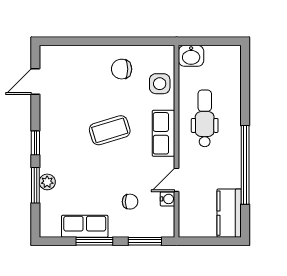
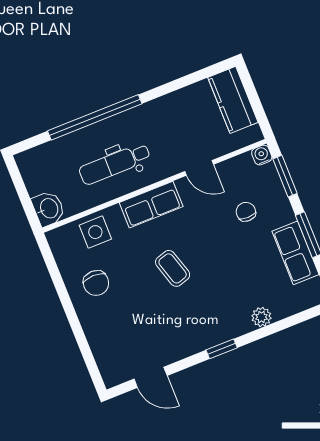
coffee table: (110, 130) -> (173, 268), width x0.73, depth x0.77
window: (245, 165) -> (95, 117), moved
window: (35, 185) -> (271, 329), removed
water cooler: (167, 199) -> (262, 155), moved
kitchen counter: (229, 213) -> (233, 100), moved, turned 90

